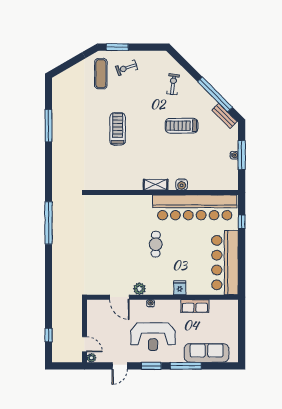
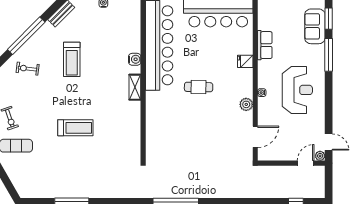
window: (215, 94) -> (26, 36), moved
treadmill: (118, 129) -> (75, 128), turned 180
door: (119, 297) -> (255, 137), moved
sofa: (207, 353) -> (315, 26), width x0.73
door: (120, 366) -> (329, 142), moved
window: (151, 366) -> (329, 19), moved

